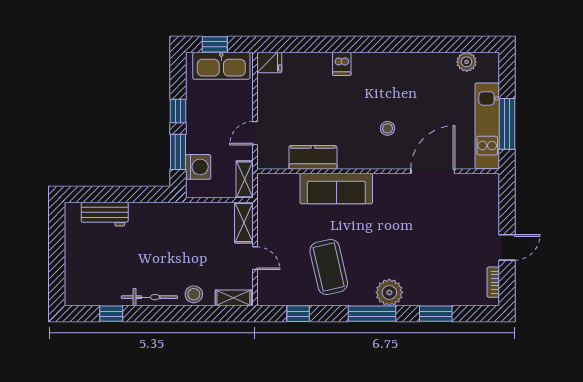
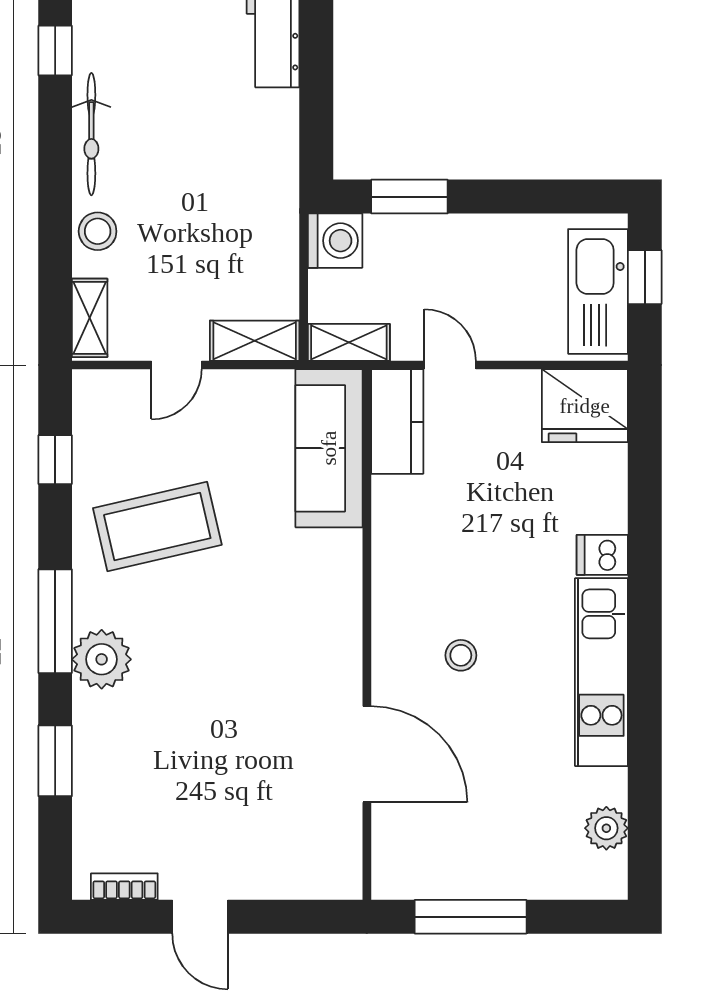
fridge: (269, 62) -> (585, 406), width x1.88, depth x1.34
window: (178, 111) -> (499, 197), removed
kitchen unit: (487, 126) -> (601, 672), moved, turned -90
kitchen counter: (313, 157) -> (397, 422), moved
washing machine: (198, 167) -> (335, 241), moved, turned -90
sofa: (336, 189) -> (329, 448), moved

